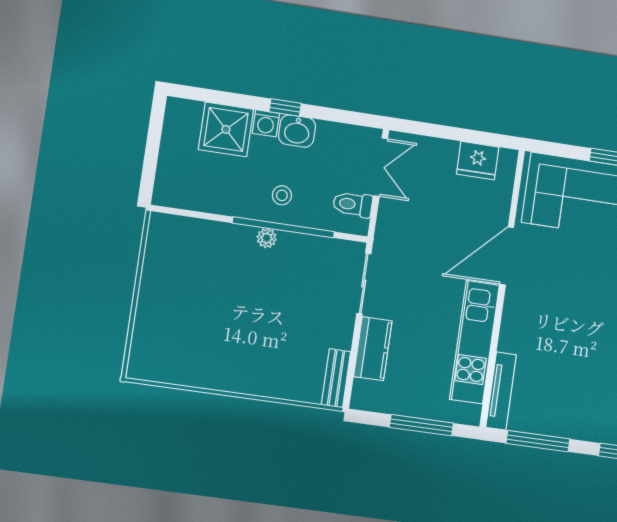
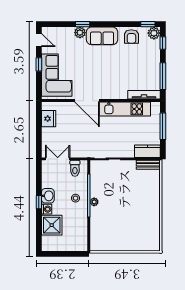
kitchen counter: (373, 349) -> (147, 151), moved

